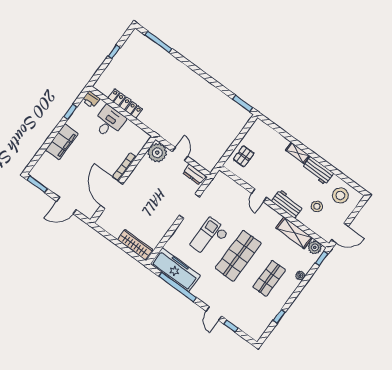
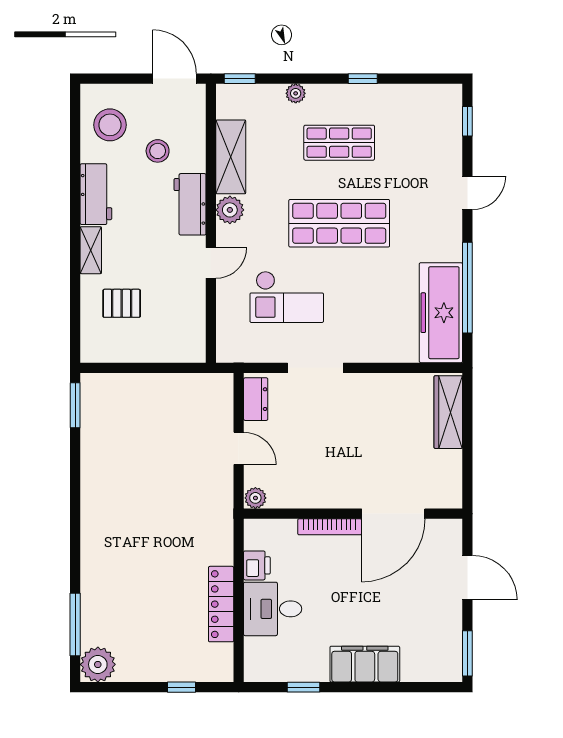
plant: (137, 39) -> (98, 664), added
window: (114, 52) -> (182, 687), moved
printer: (91, 99) -> (257, 565), moved
plant: (157, 153) -> (255, 498), width x0.53, depth x0.53
door: (180, 154) -> (239, 448), swing flipped
pallet: (244, 156) -> (122, 303), moved
checkout: (209, 238) -> (287, 297), moved
plant: (315, 247) -> (230, 210), moved
window: (279, 316) -> (363, 79), moved
window: (231, 326) -> (467, 121), moved

